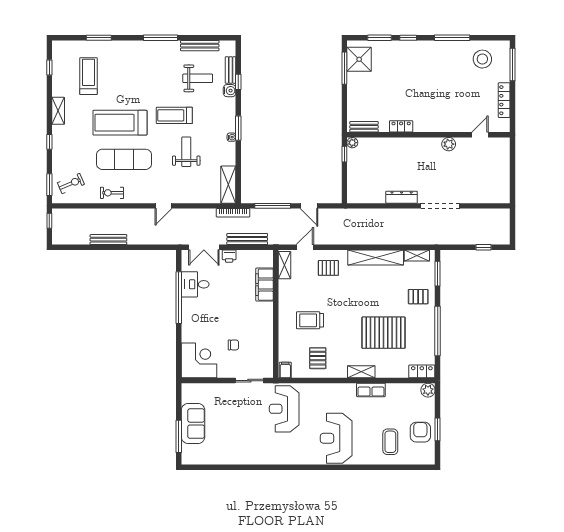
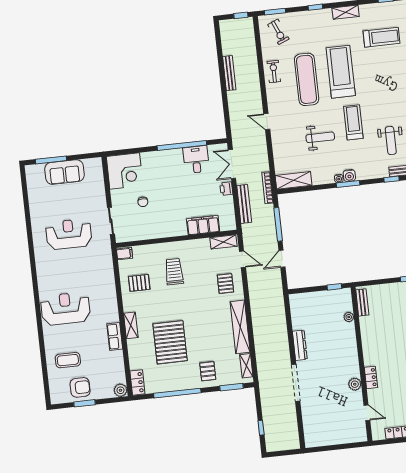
water cooler: (230, 91) -> (349, 175), moved
locker: (401, 126) -> (371, 377), moved
plant: (352, 143) -> (349, 317), moved
reception desk: (284, 409) -> (69, 234), moved

